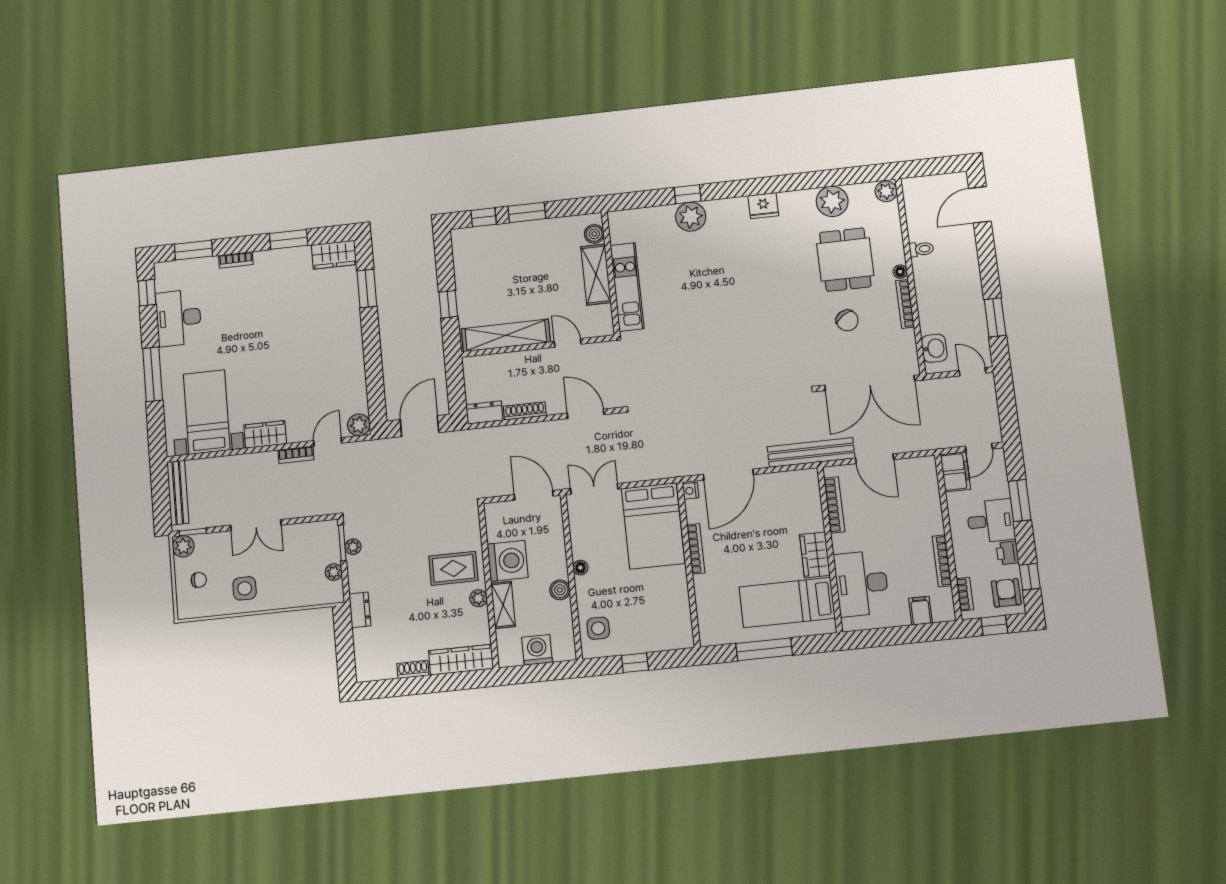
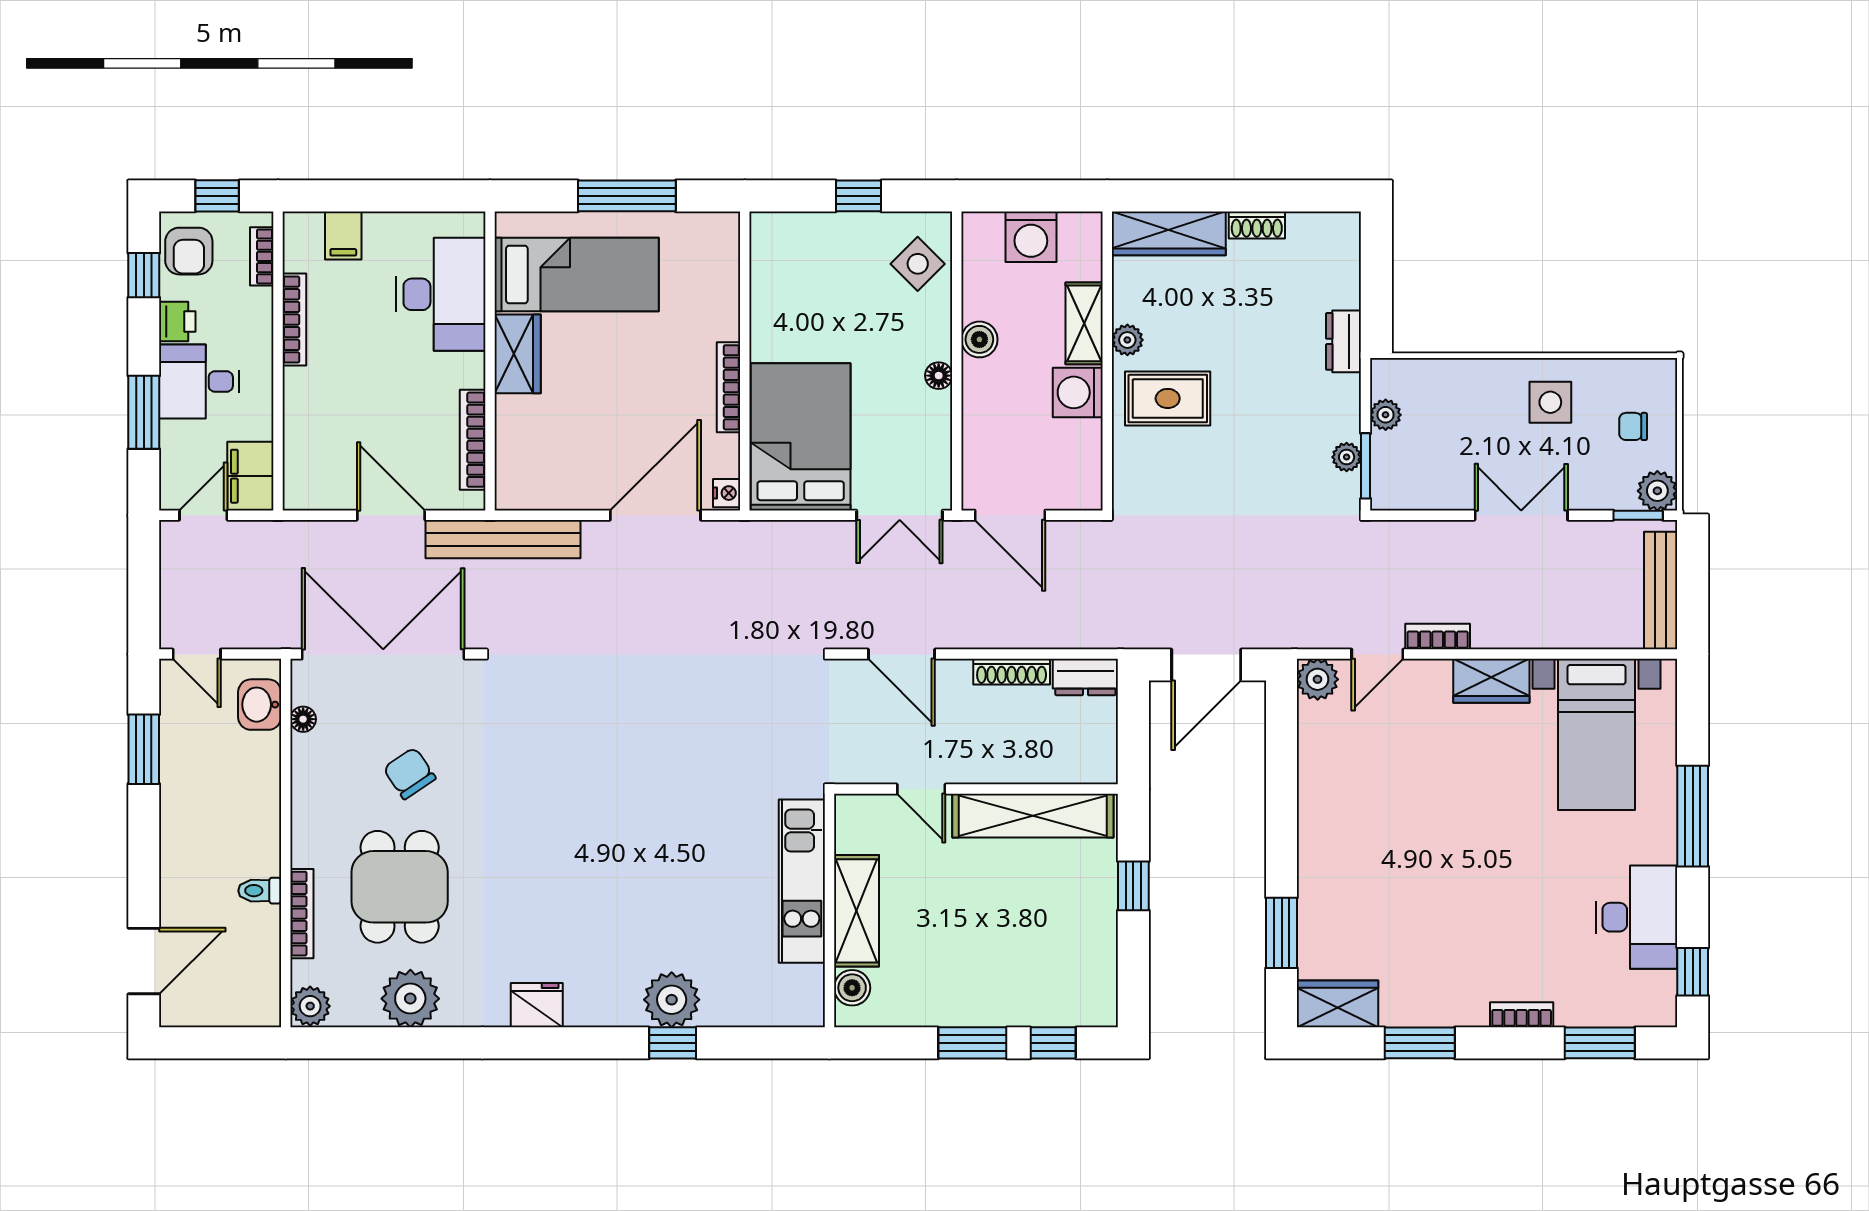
floor lamp: (900, 272) -> (303, 719), moved
bookcase: (905, 304) -> (302, 914), moved
washing machine: (508, 561) -> (1078, 392), width x0.73, depth x0.73
side table: (598, 628) -> (918, 264), turned 45

